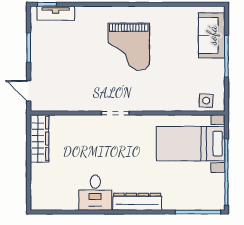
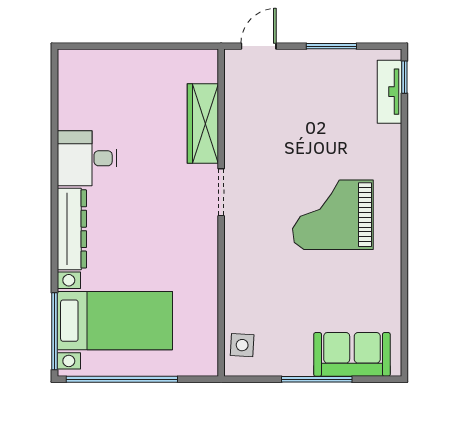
wardrobe: (39, 138) -> (203, 123), moved, turned 90
bed with nightstands: (191, 144) -> (115, 321), moved, turned 90

